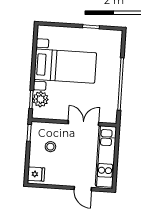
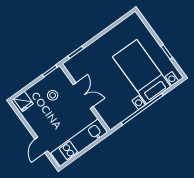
bed with nightstands: (65, 66) -> (142, 72), moved, turned 180
plant: (41, 99) -> (82, 59), removed
double door: (83, 123) -> (83, 96), moved

